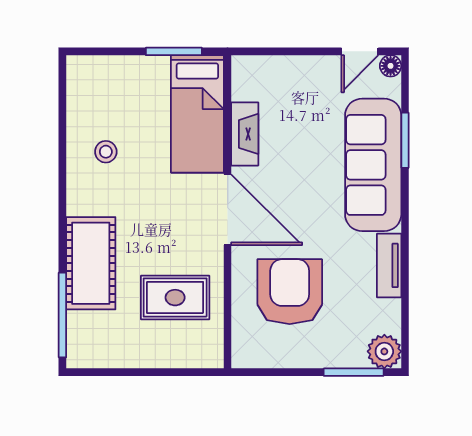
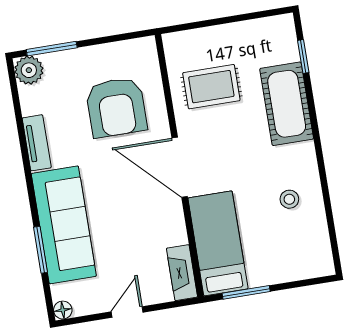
door: (360, 51) -> (127, 312), moved
fireplace: (245, 134) -> (182, 273), moved
window: (62, 315) -> (303, 57), width x0.46

